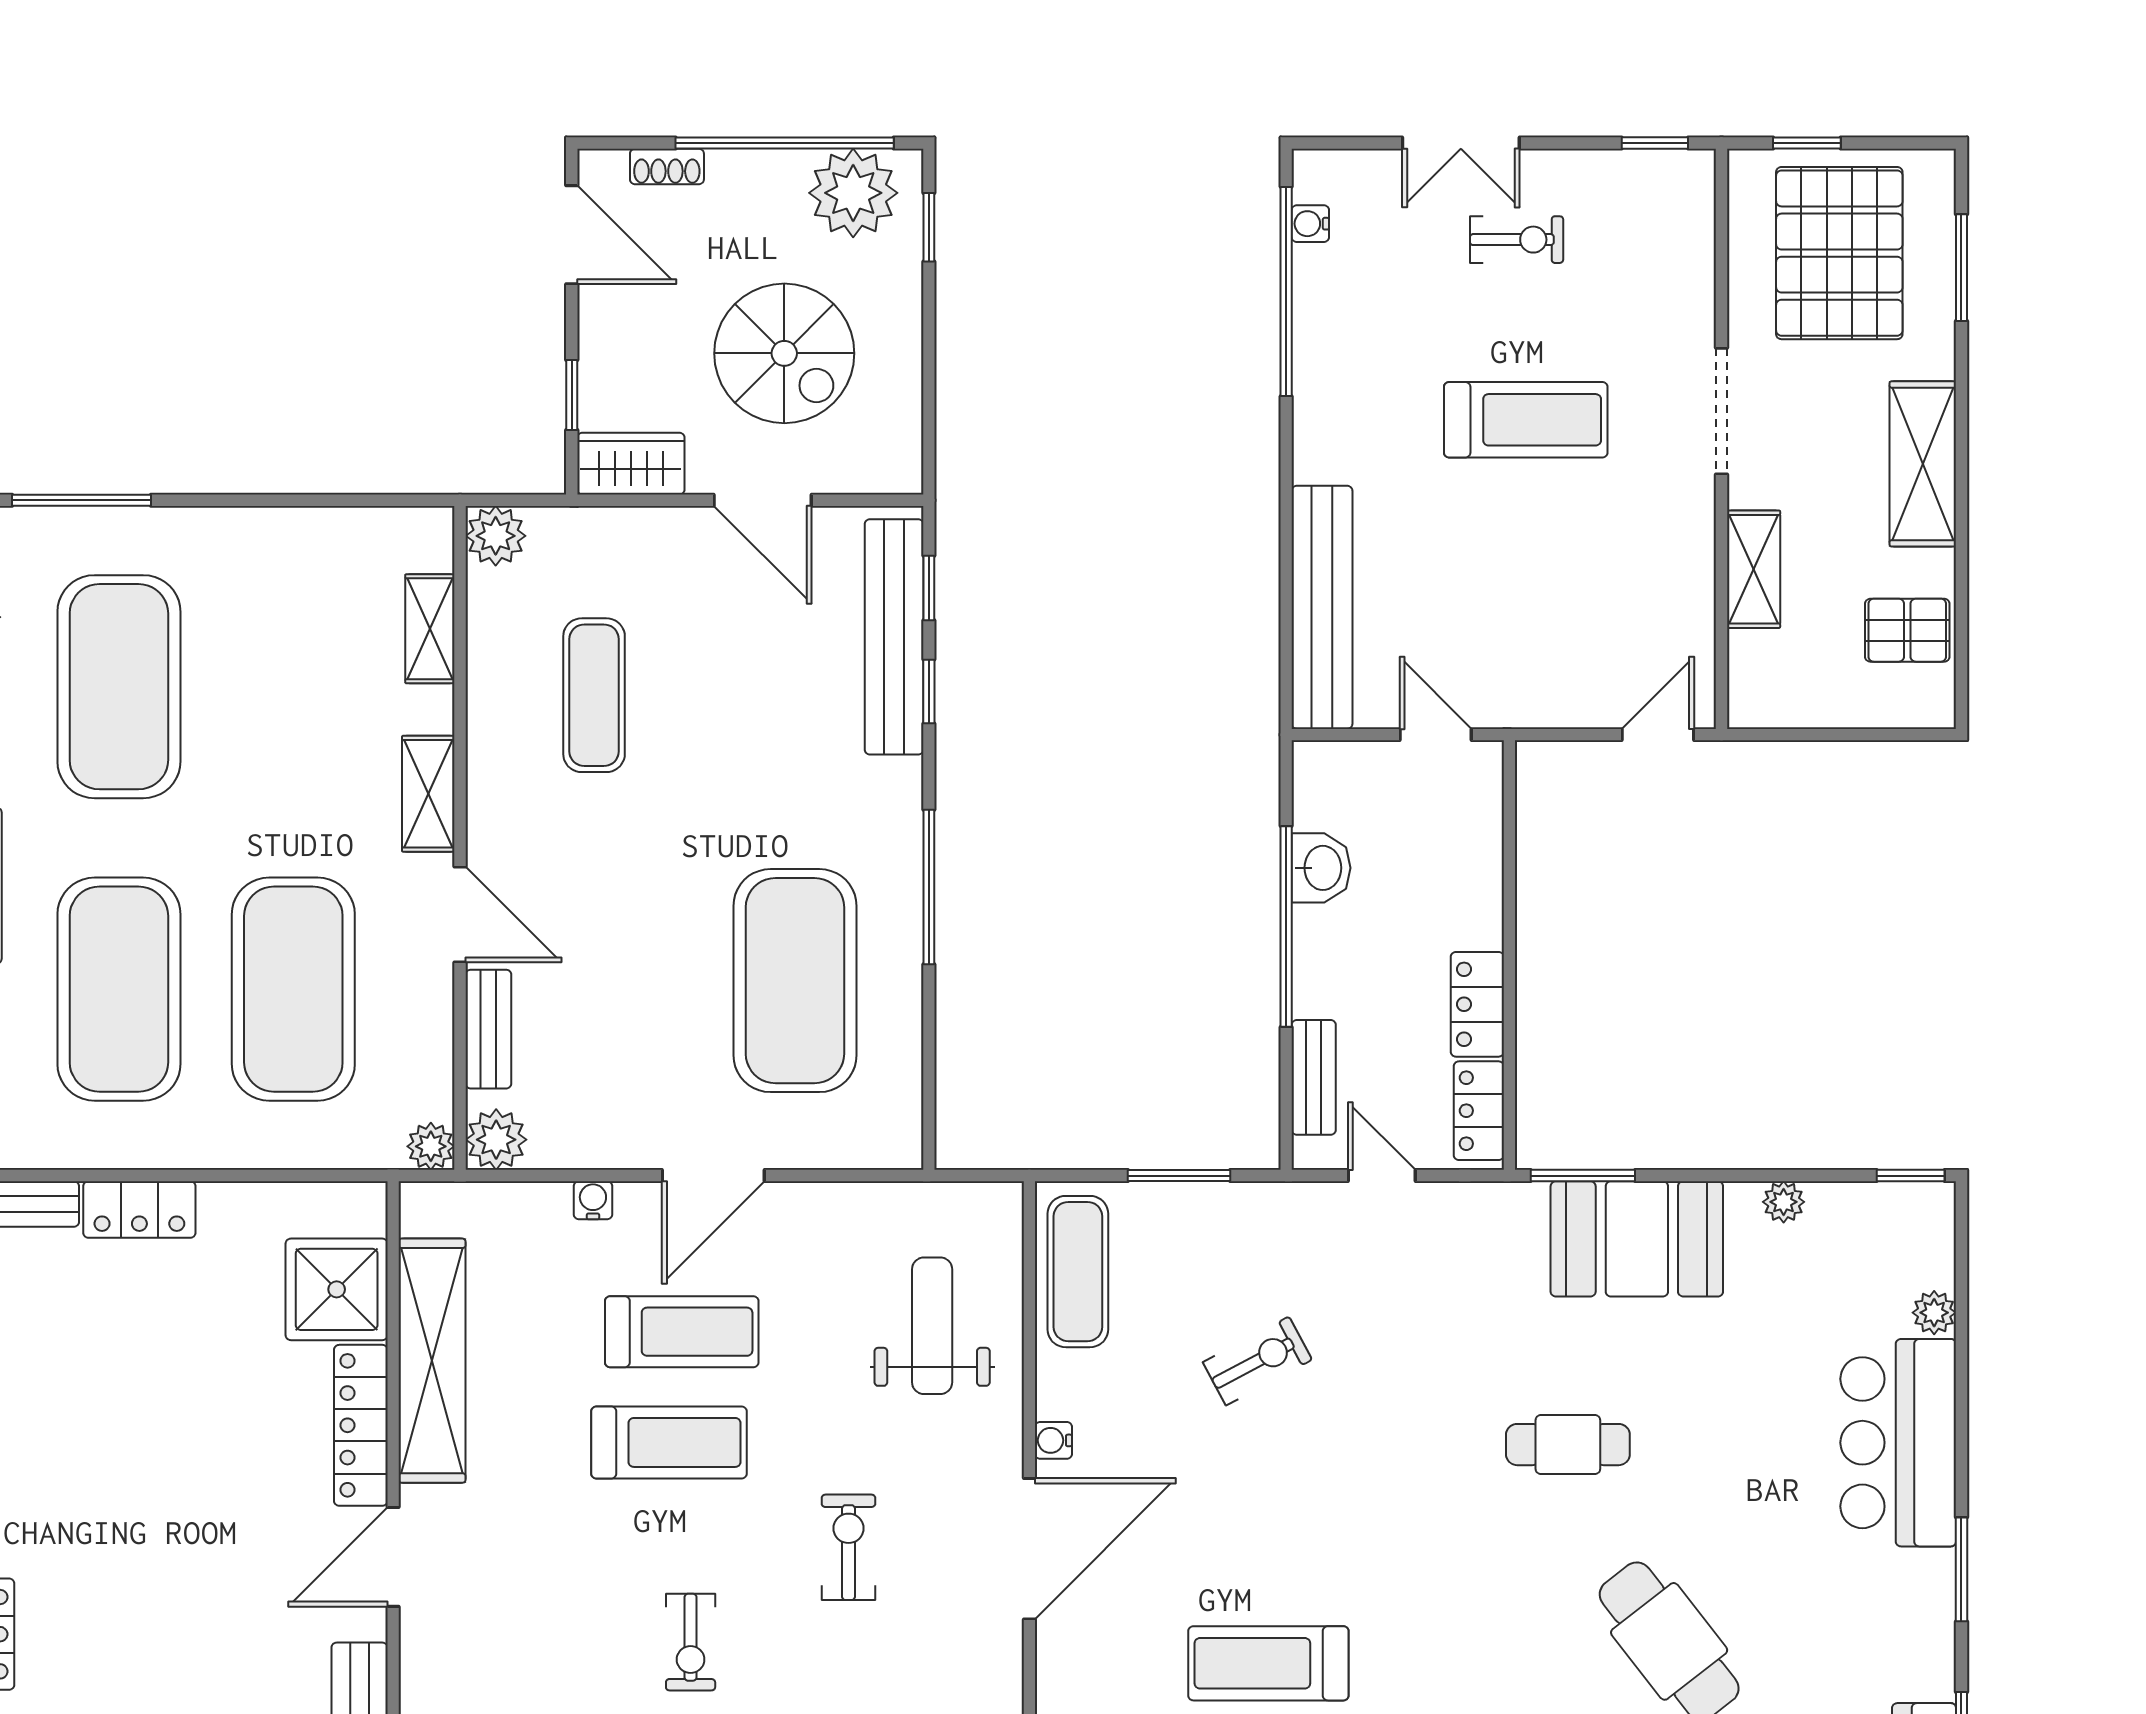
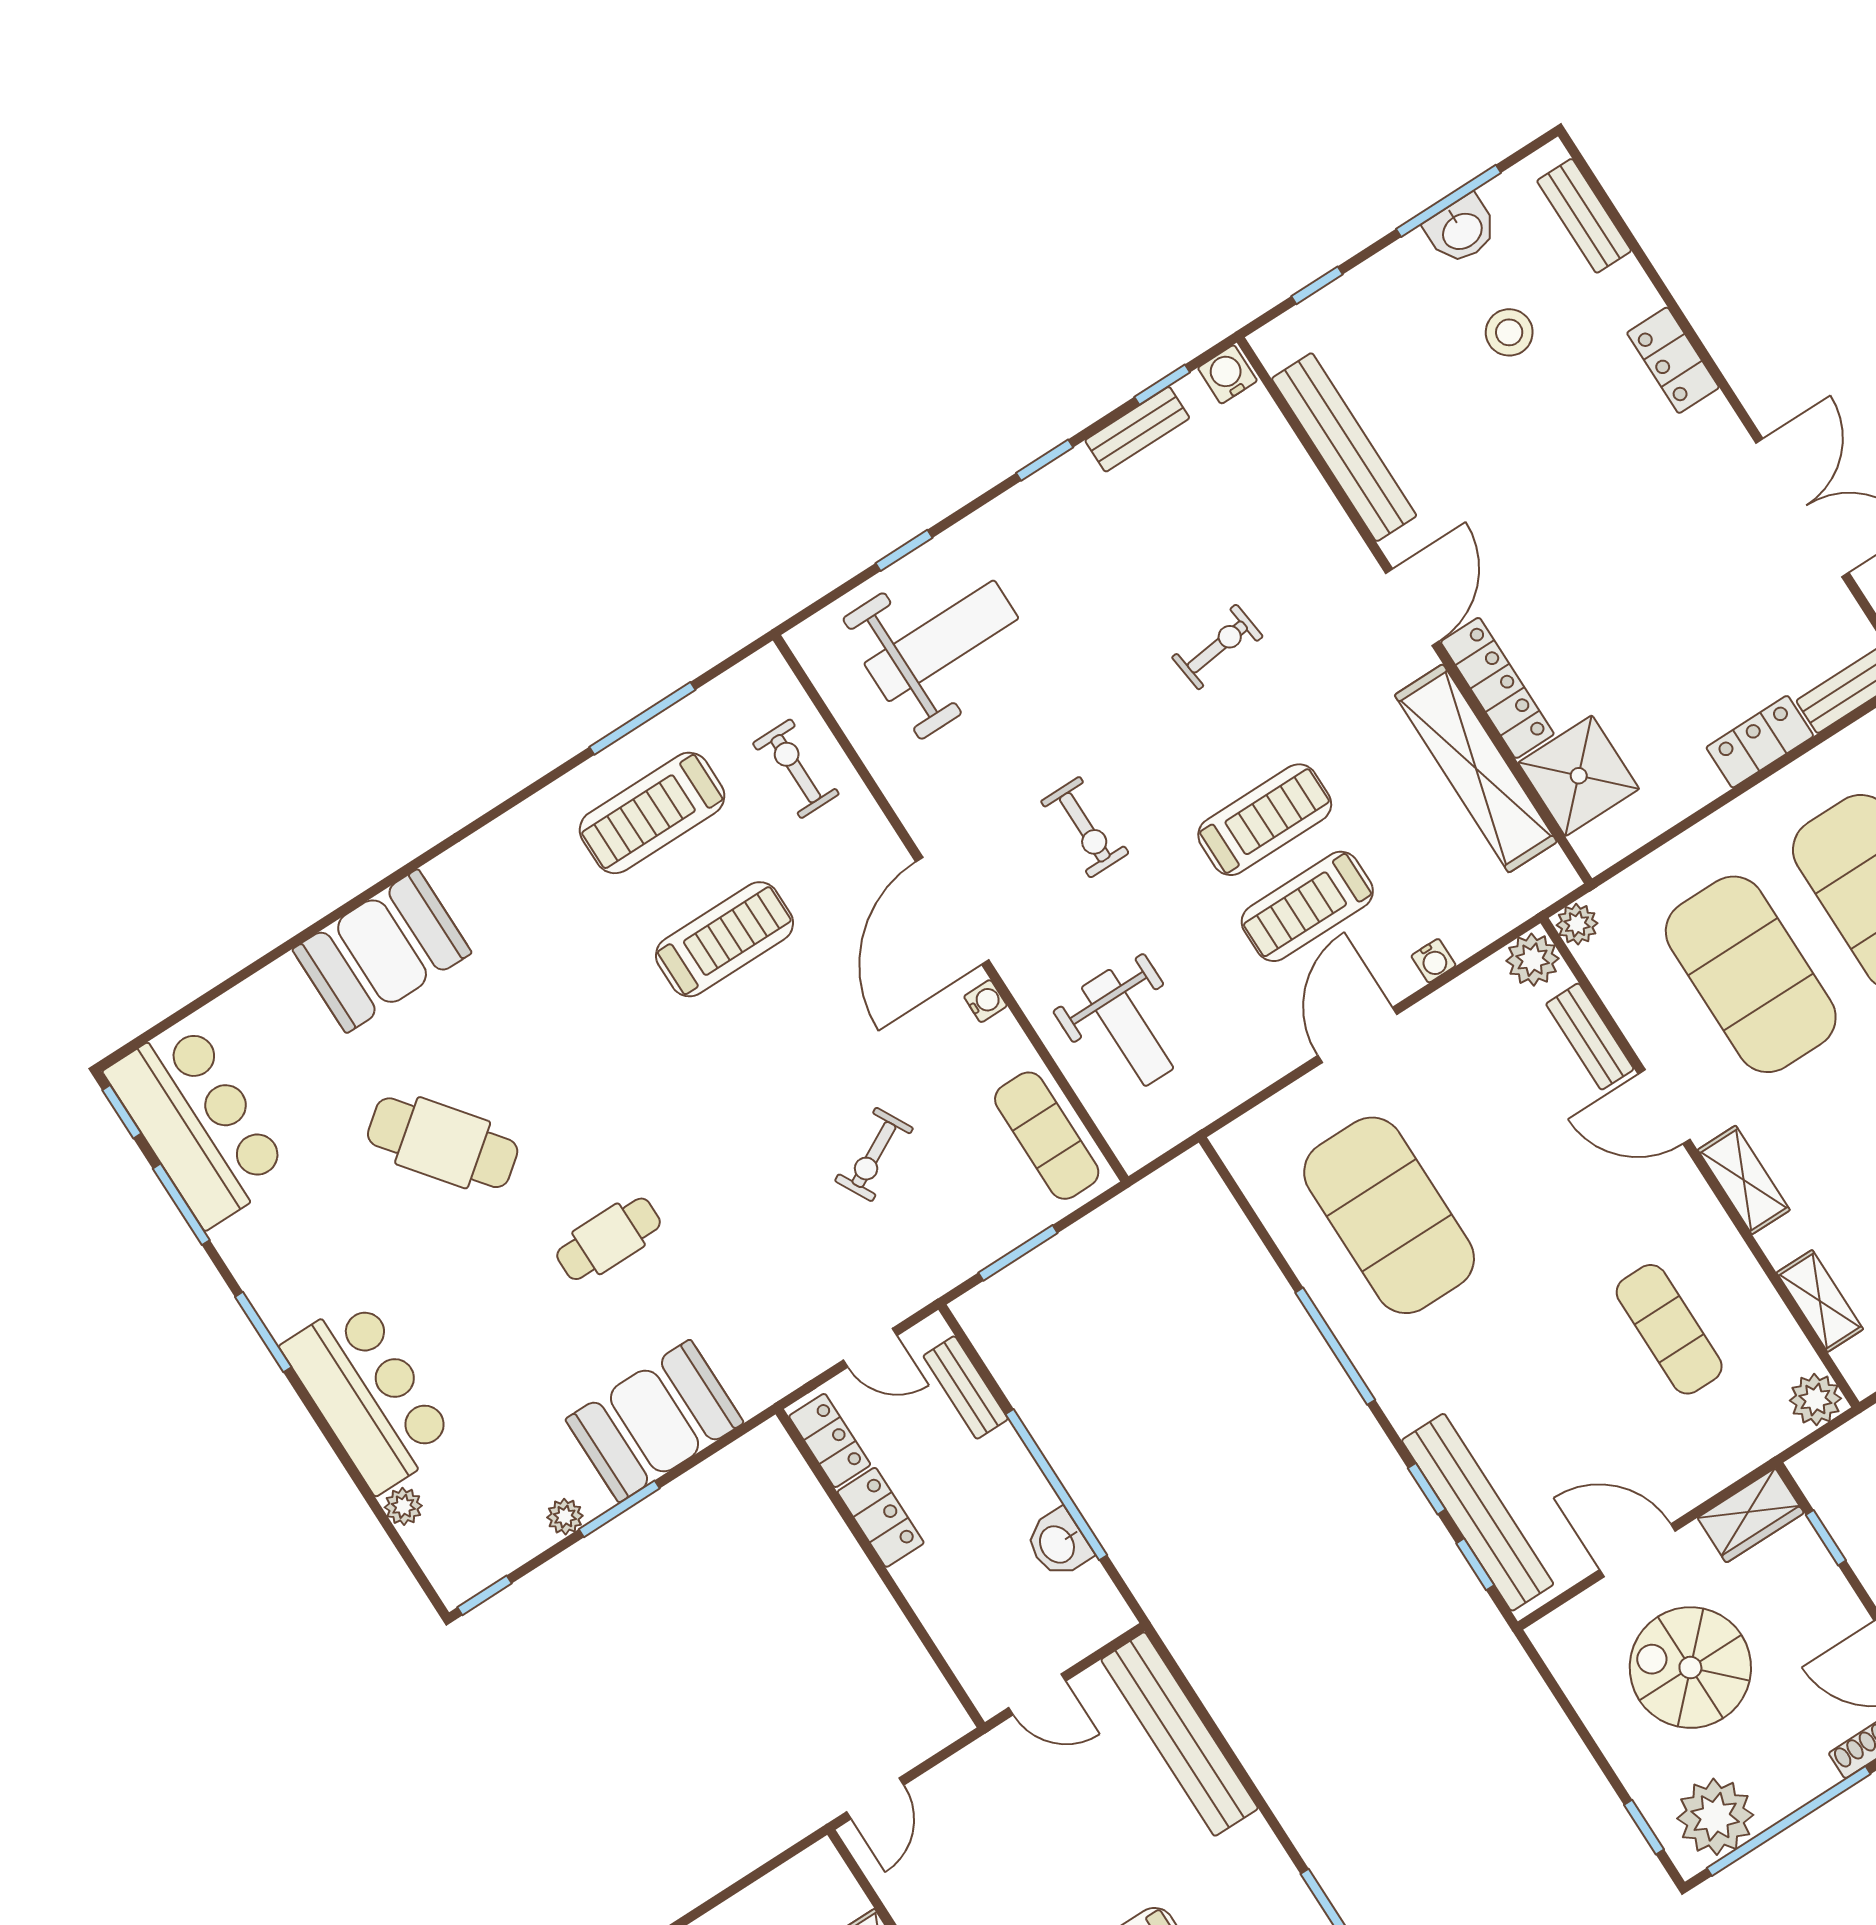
window: (1583, 1176) -> (619, 1509), moved
treadmill: (669, 1442) -> (1265, 820), turned 180
exercise bike: (691, 1642) -> (1217, 647), moved, turned 83

